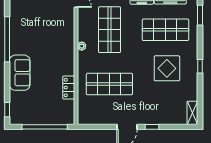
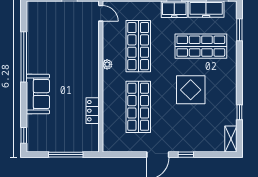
window: (200, 66) -> (239, 112), moved
display table: (167, 68) -> (191, 90), moved
shop shelf: (109, 84) -> (138, 107), turned 90
window: (45, 127) -> (66, 155), width x0.68

